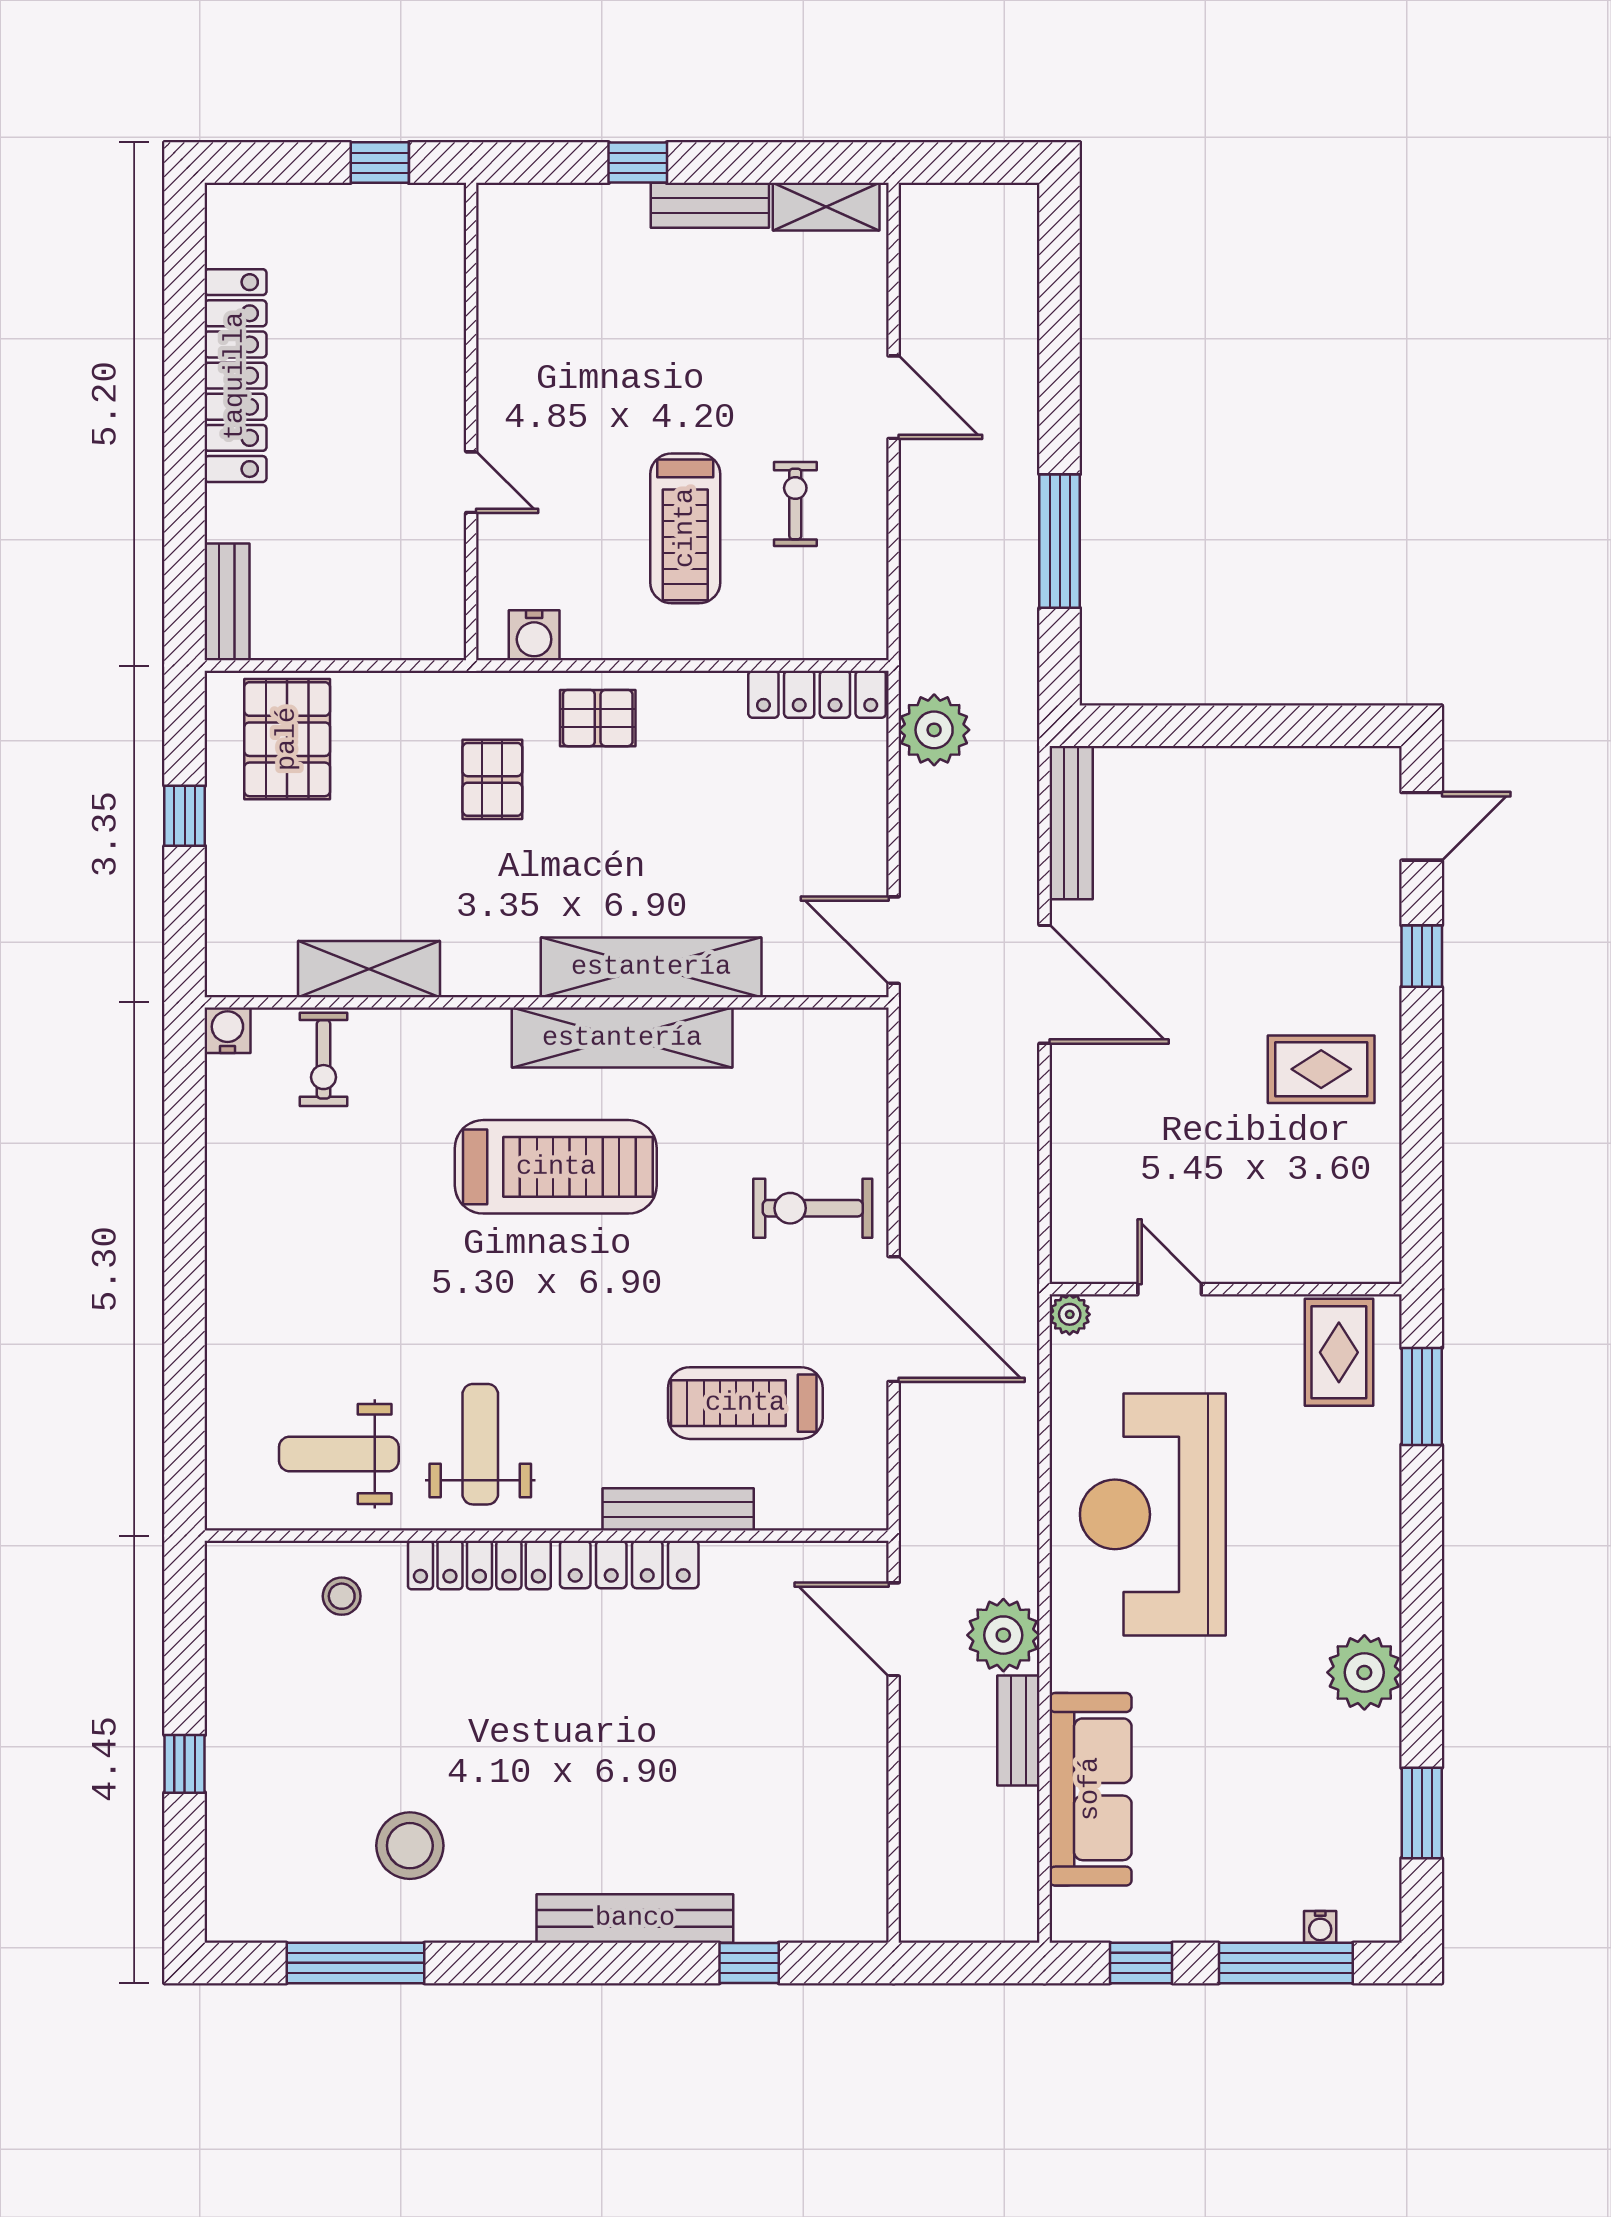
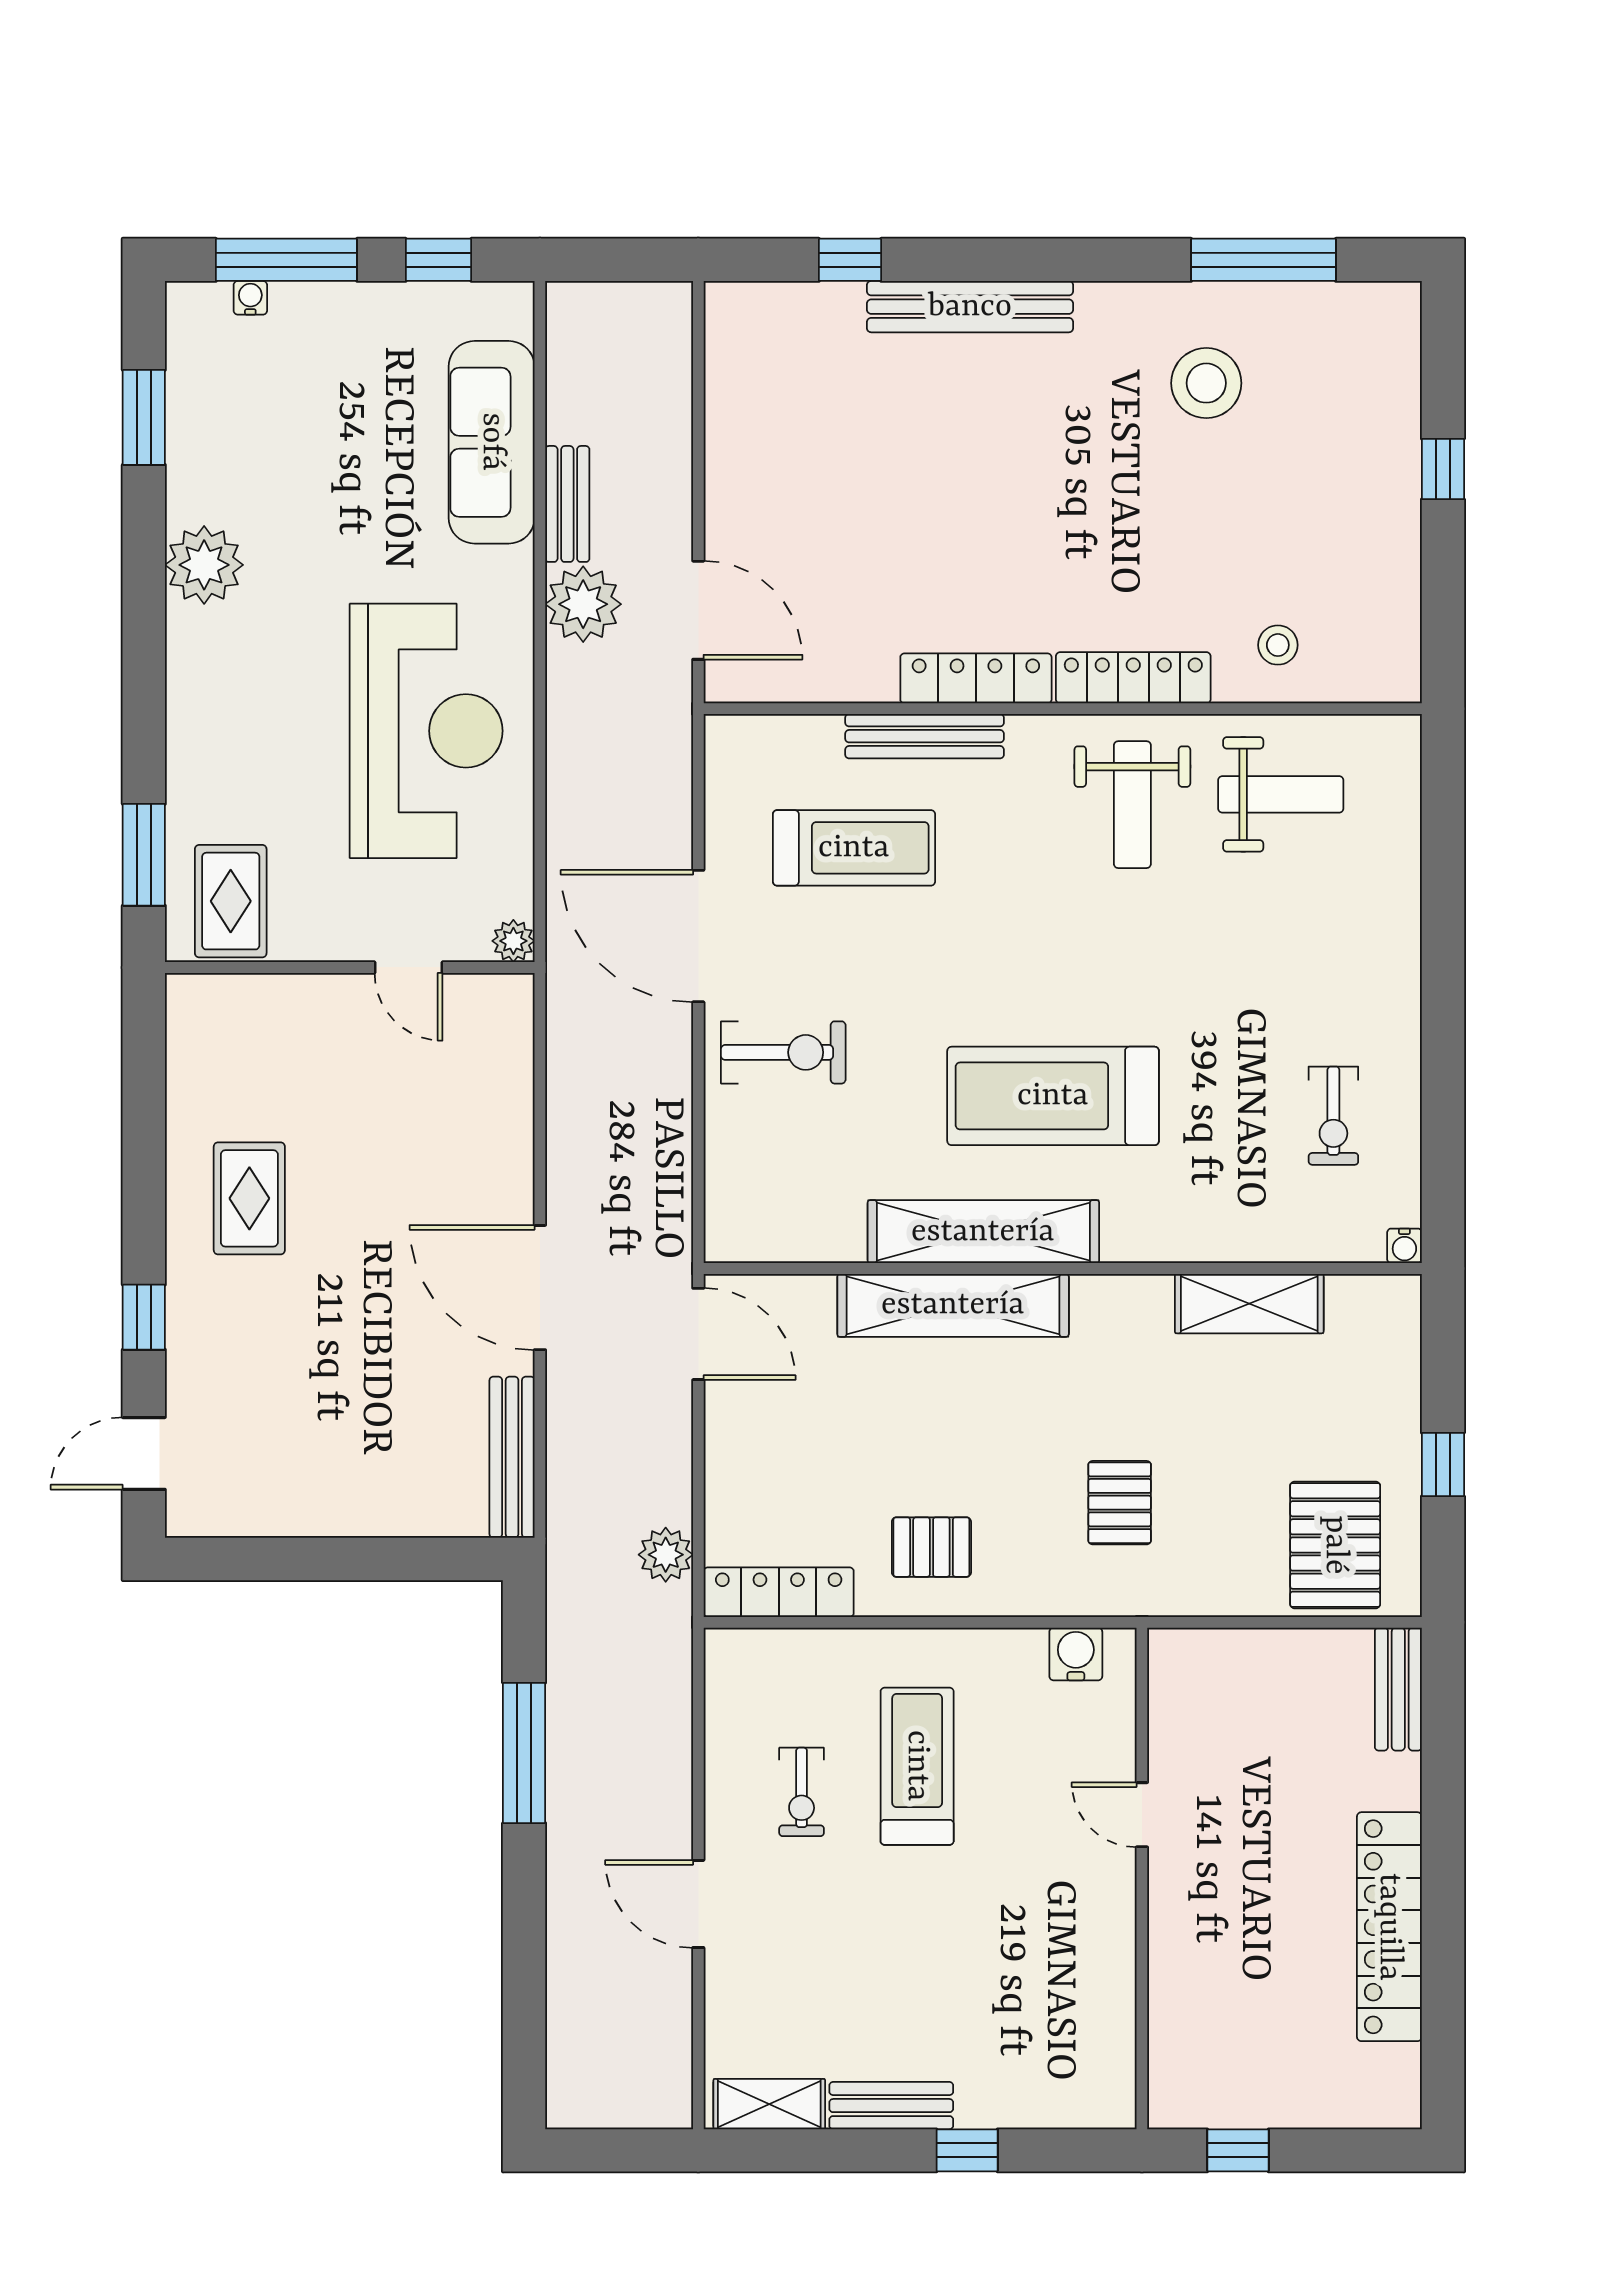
pallet: (598, 718) -> (931, 1547), moved
plant: (934, 730) -> (666, 1555), width x0.73, depth x0.73
water cooler: (227, 1030) -> (1404, 1246), width x0.72, depth x0.72
exercise bike: (324, 1059) -> (1333, 1116), moved, turned 180
rug: (1321, 1069) -> (249, 1198), turned 90

